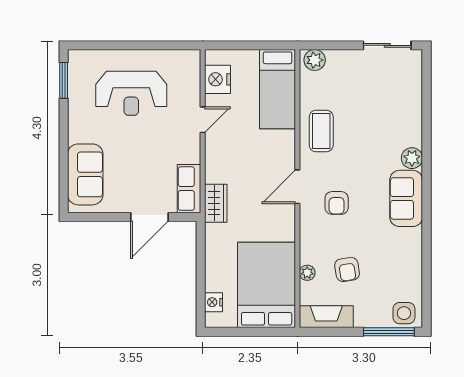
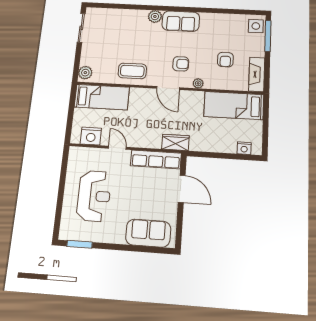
row of seats: (189, 189) -> (156, 159), width x1.48
armchair: (347, 269) -> (225, 60), turned 99
plant: (307, 273) -> (198, 83), moved
bed: (267, 285) -> (234, 106), width x0.67

